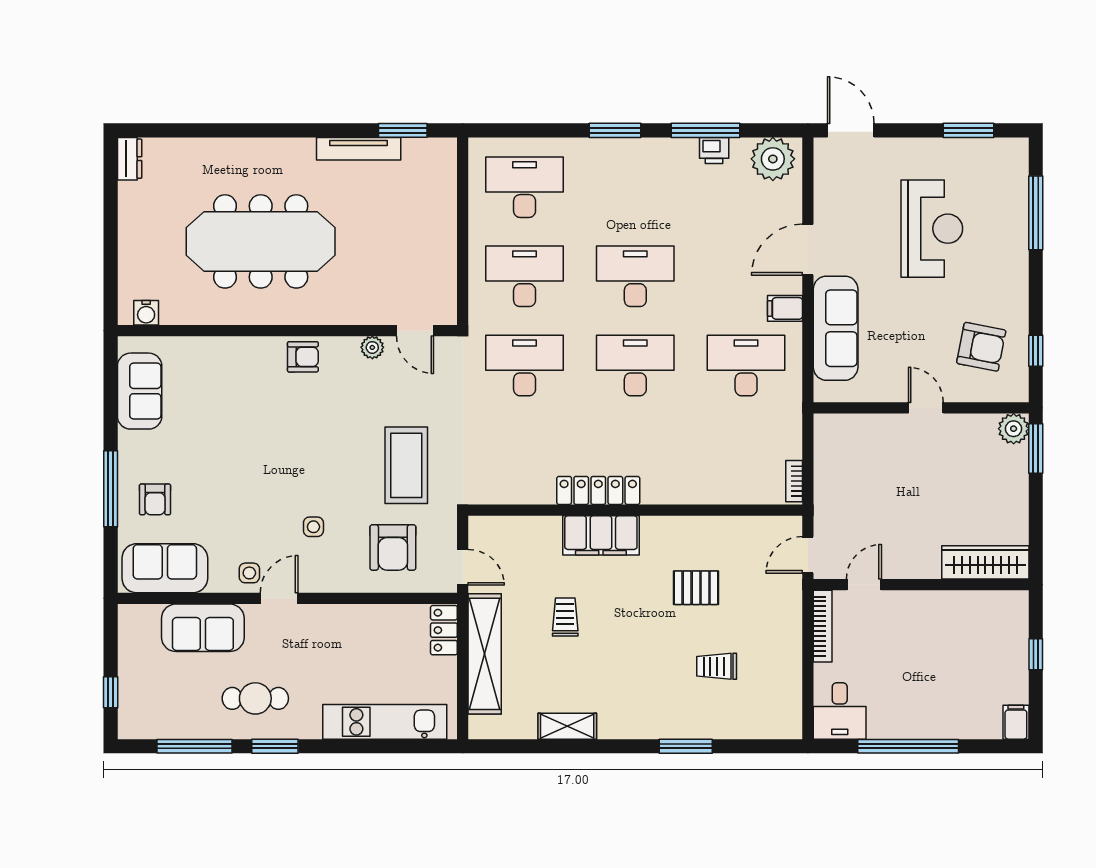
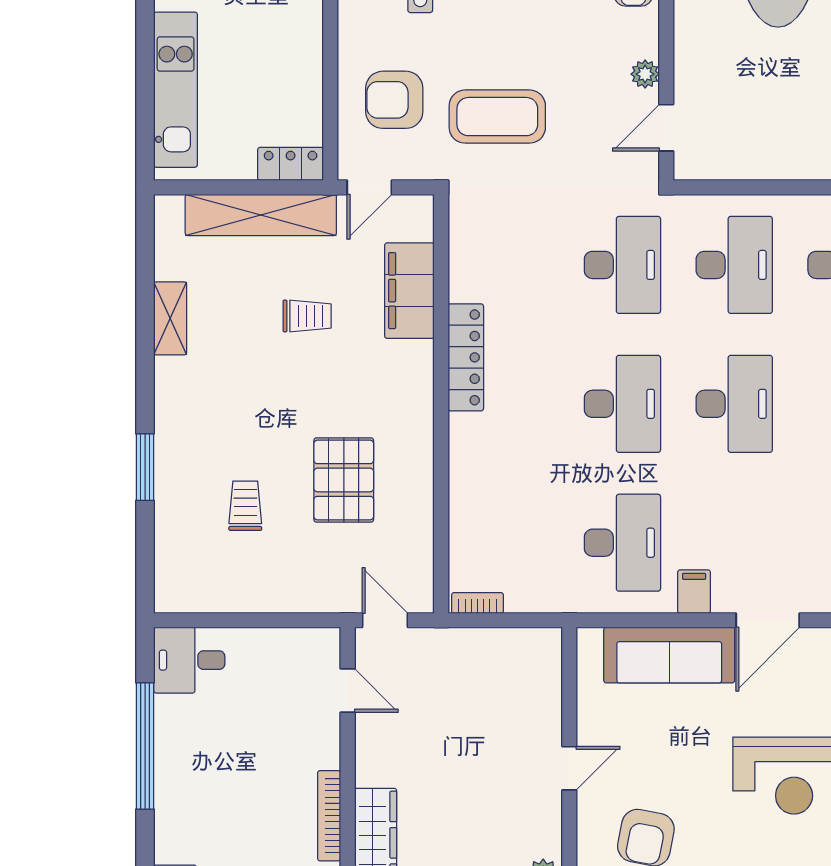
door: (808, 250) -> (768, 620), swing flipped
filing cabinet: (601, 535) -> (409, 291), moved
pallet: (696, 588) -> (344, 480), width x1.50, depth x1.42
bookcase: (823, 626) -> (329, 816), moved, turned 90

